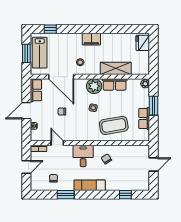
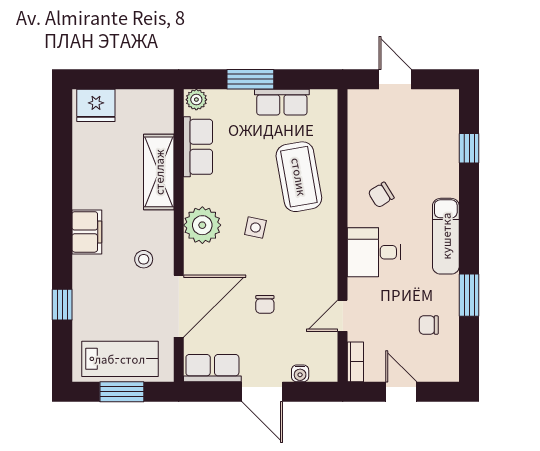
window: (50, 29) -> (62, 305), moved
row of seats: (115, 84) -> (198, 147), moved

